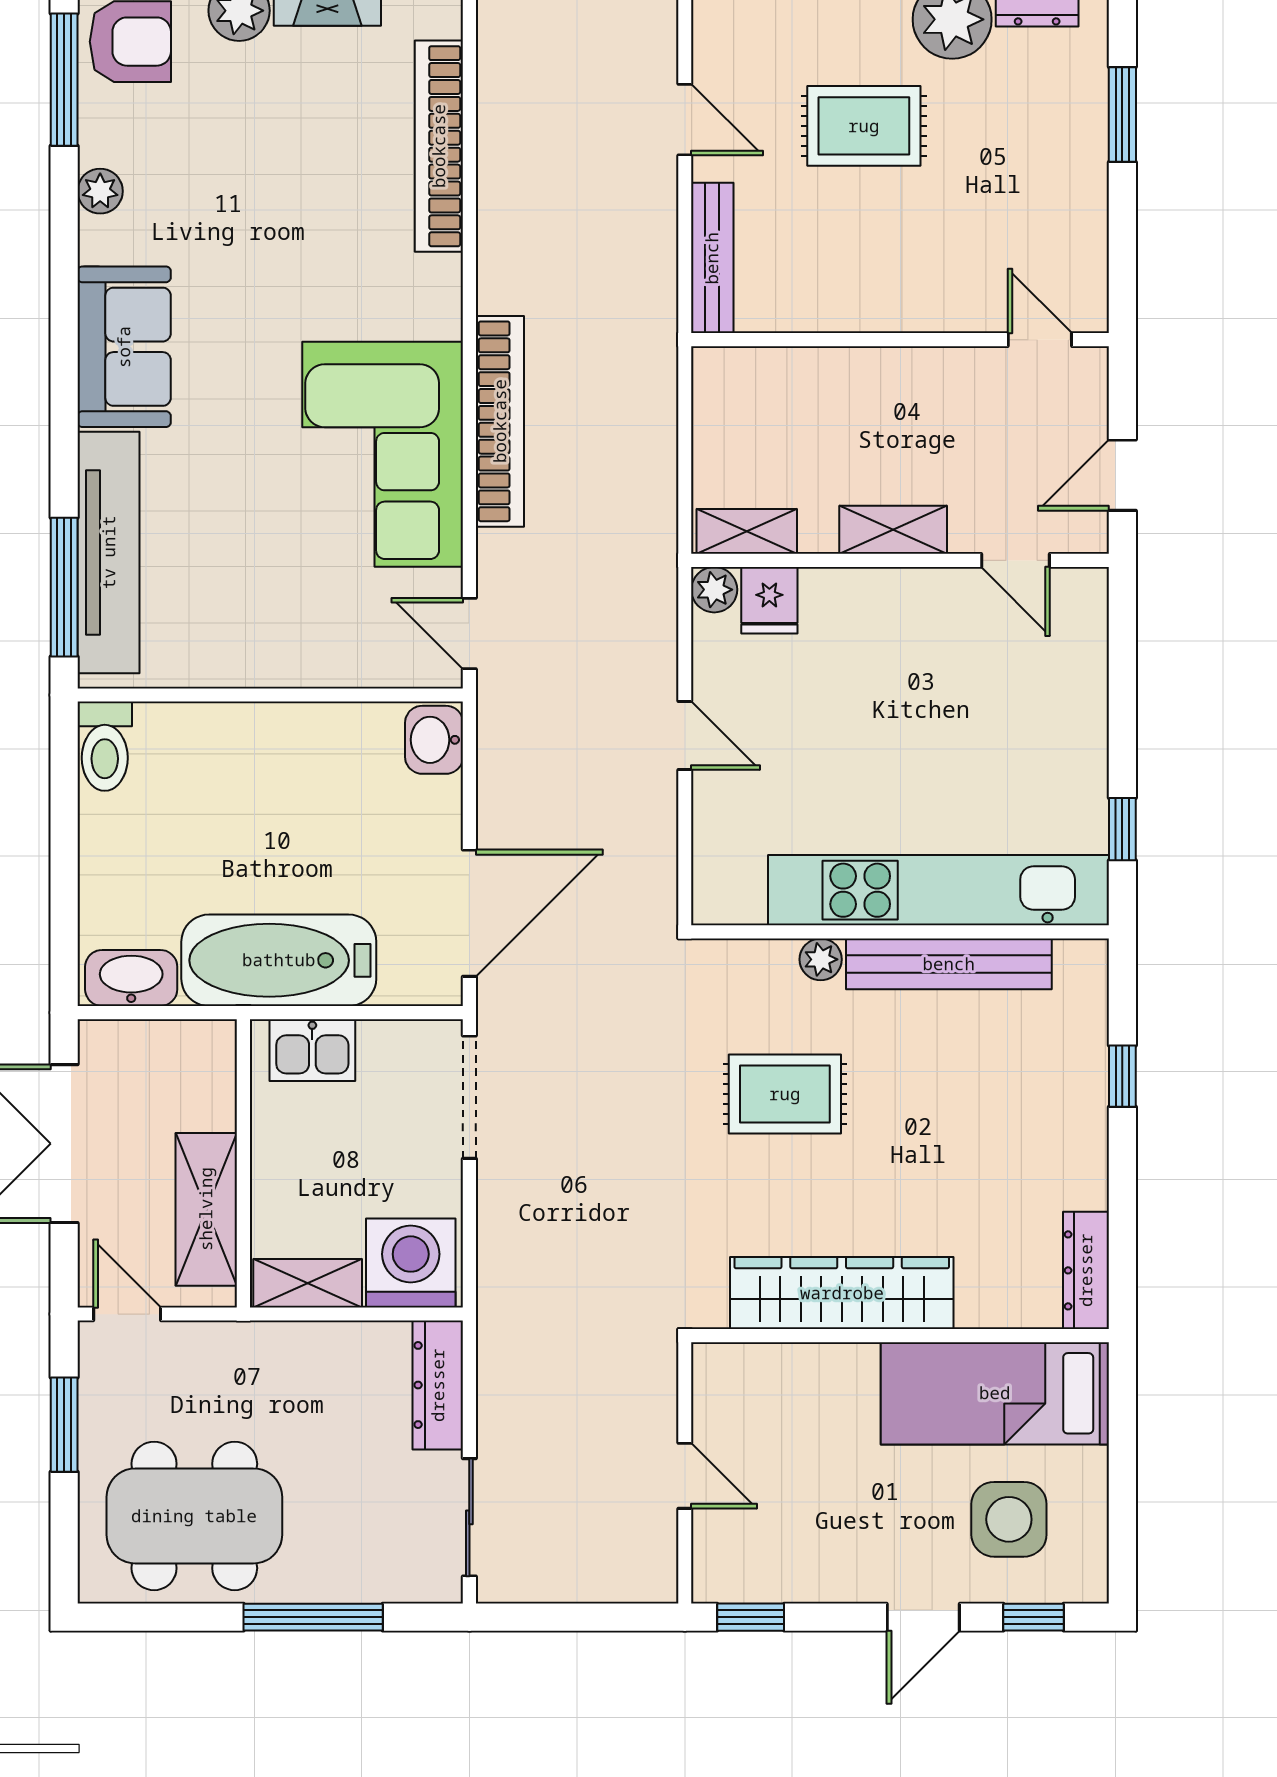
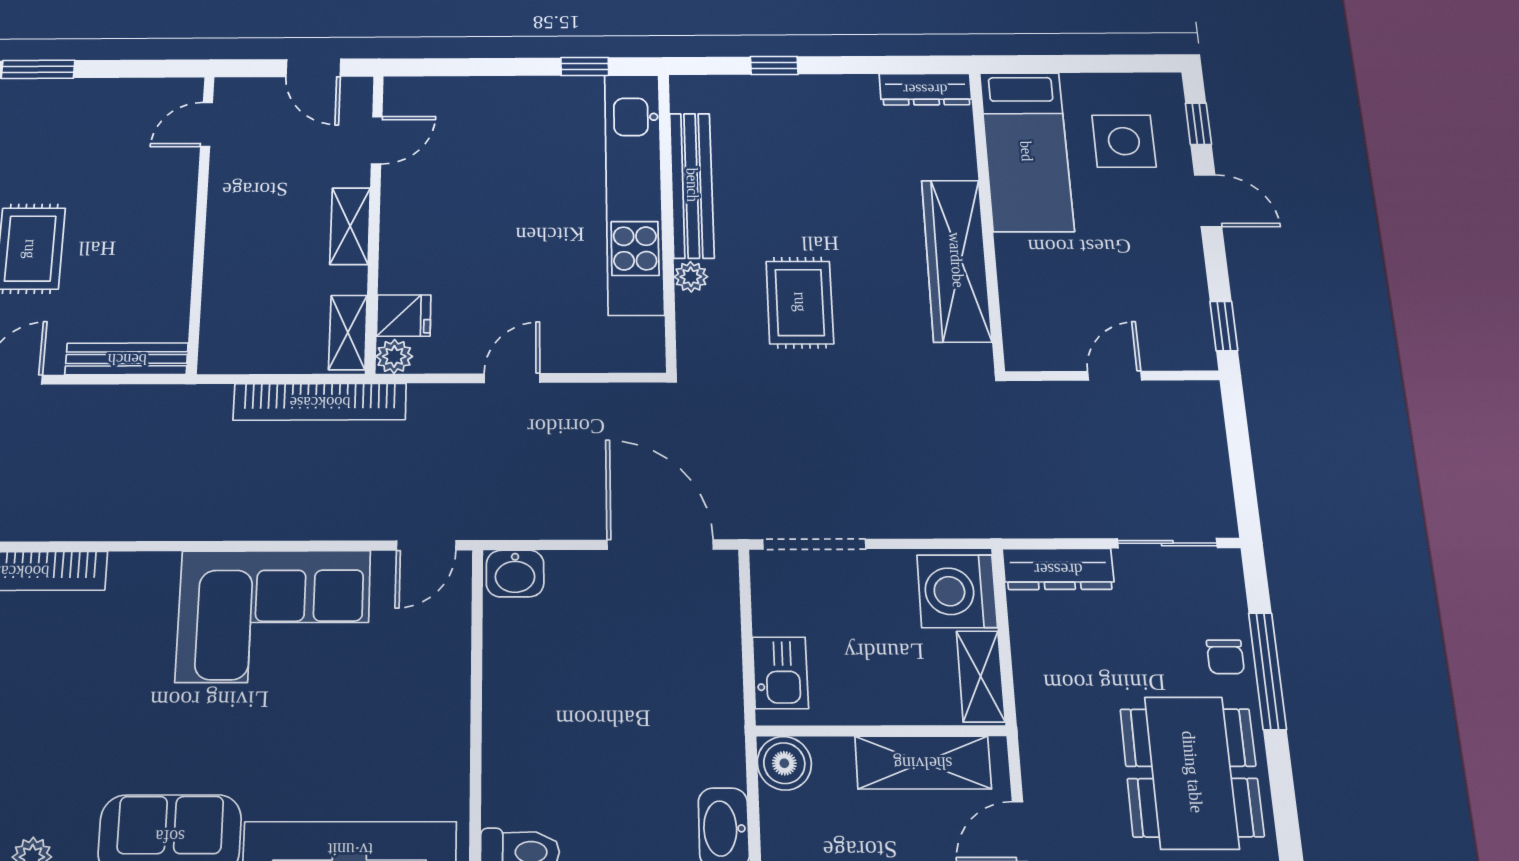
bookcase: (500, 421) -> (320, 402), moved, turned 180
bathtub: (279, 960) -> (704, 701), removed
boiler: (206, 1050) -> (784, 763), added
chair: (330, 1570) -> (1225, 657), added

